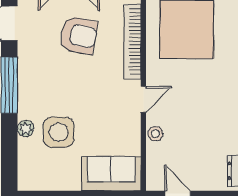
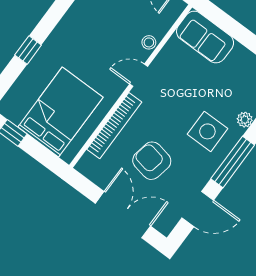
side table: (59, 132) -> (207, 131), moved

